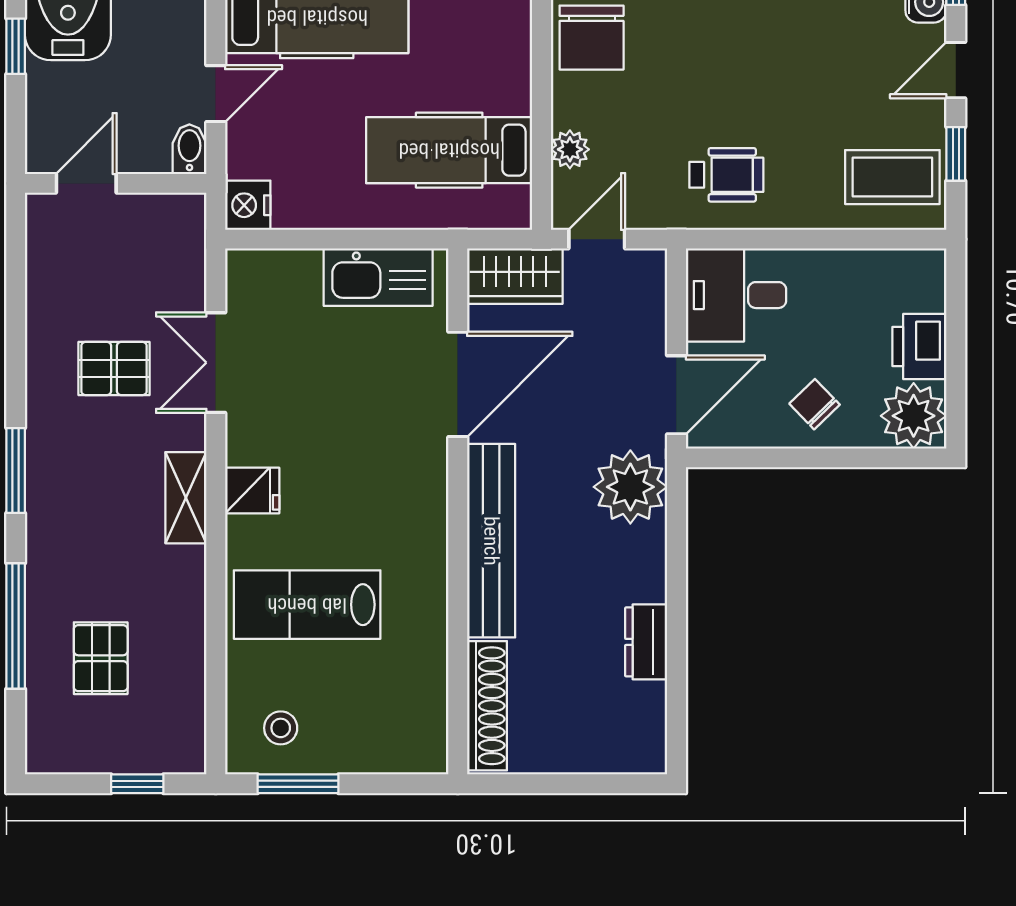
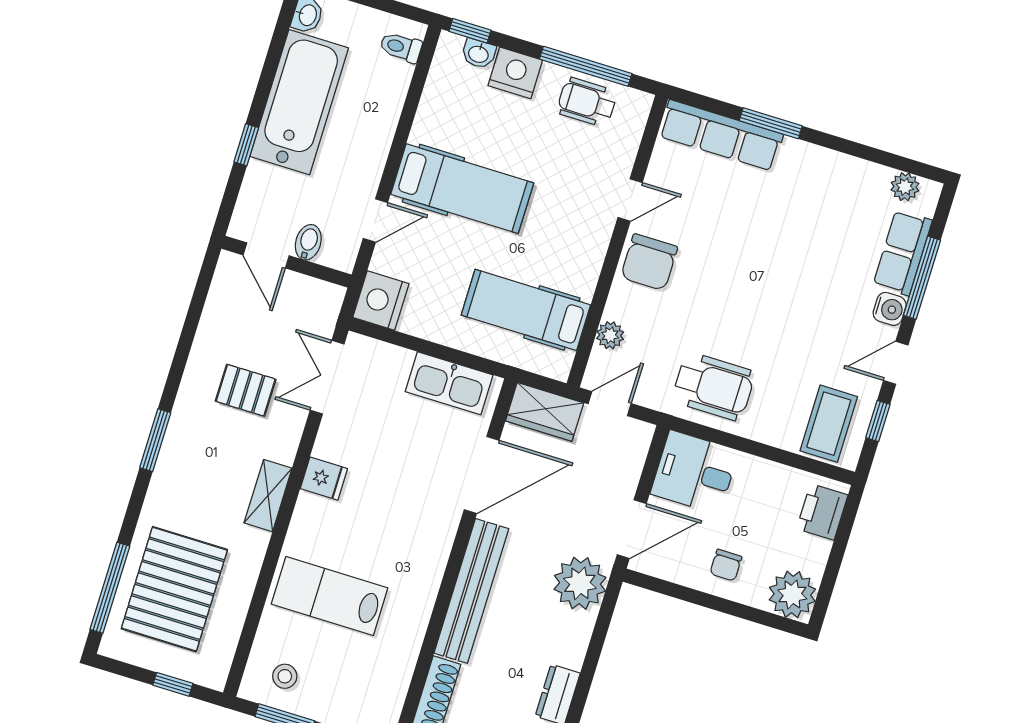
bidet: (189, 149) -> (308, 242), moved
wheelchair: (726, 175) -> (714, 387), width x1.36, depth x1.37
coffee table: (892, 177) -> (829, 424), turned 90
door: (86, 183) -> (266, 255), swing flipped
nightstand: (248, 205) -> (381, 301), width x1.36, depth x1.33
printer: (919, 347) -> (822, 512), moved
double door: (216, 363) -> (327, 377), moved
chair: (815, 404) -> (726, 565), turned -136
fridge: (252, 491) -> (324, 479), moved
window: (16, 626) -> (110, 588), moved
pallet: (101, 658) -> (174, 589), width x2.05, depth x2.00

